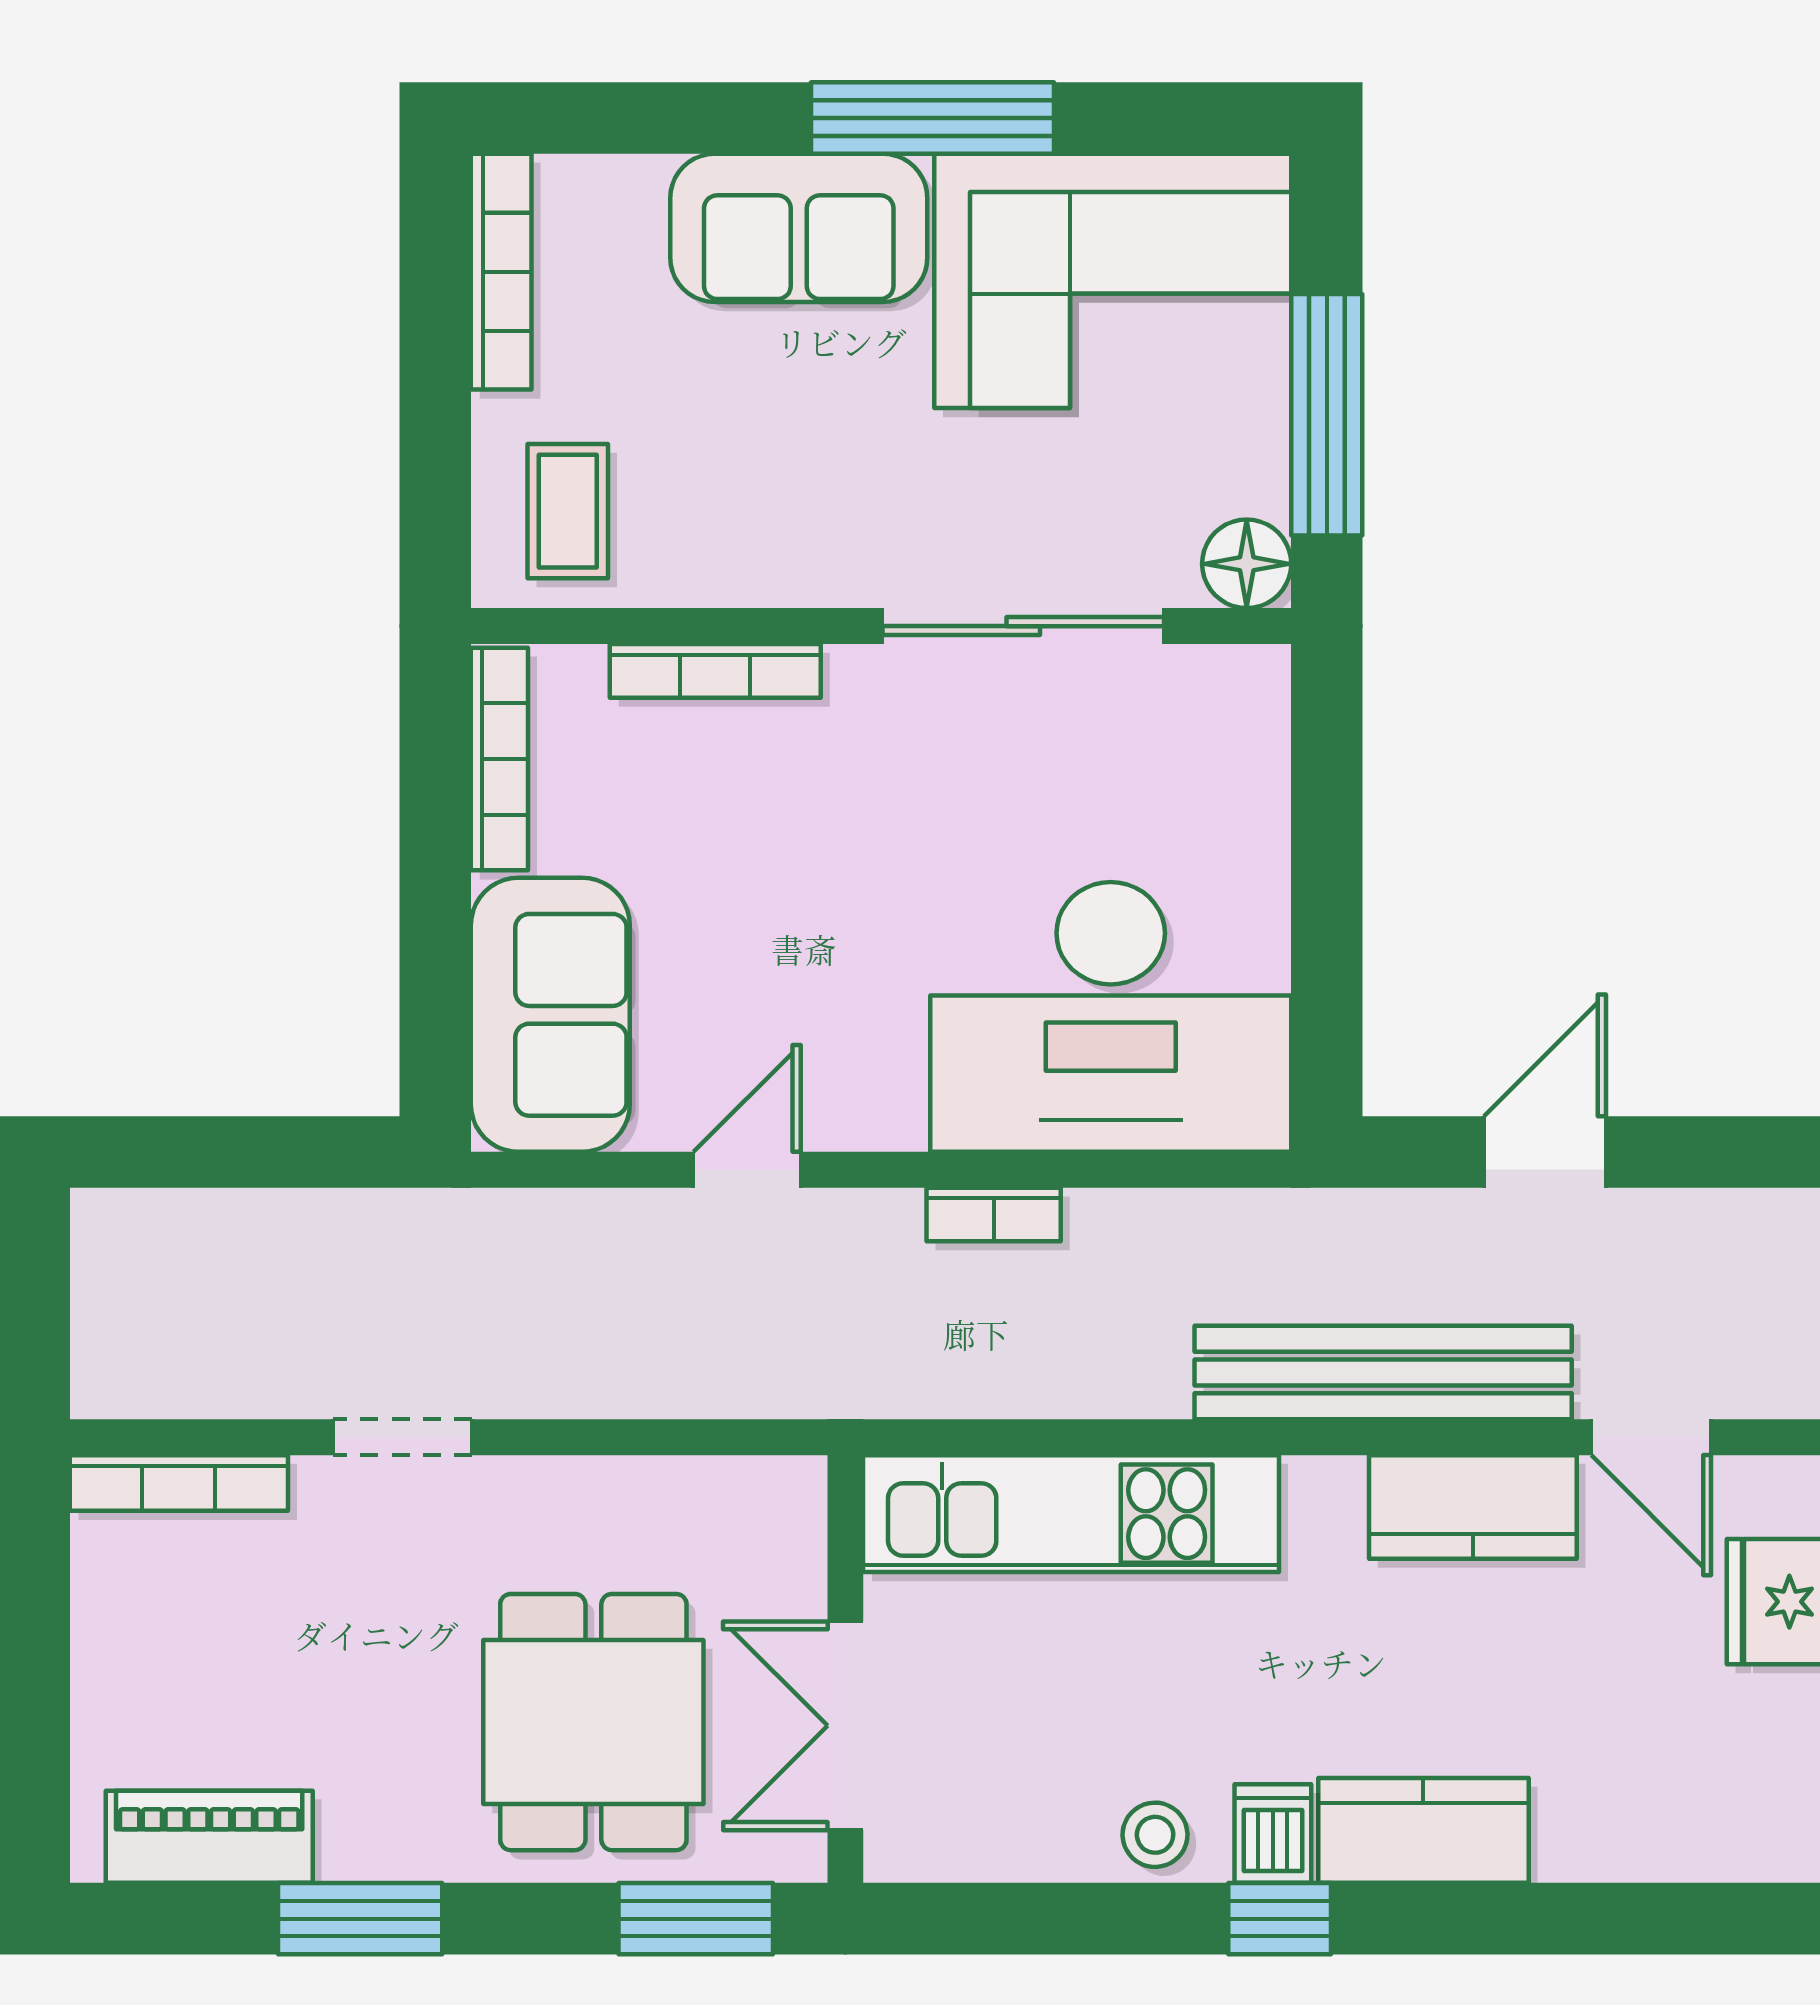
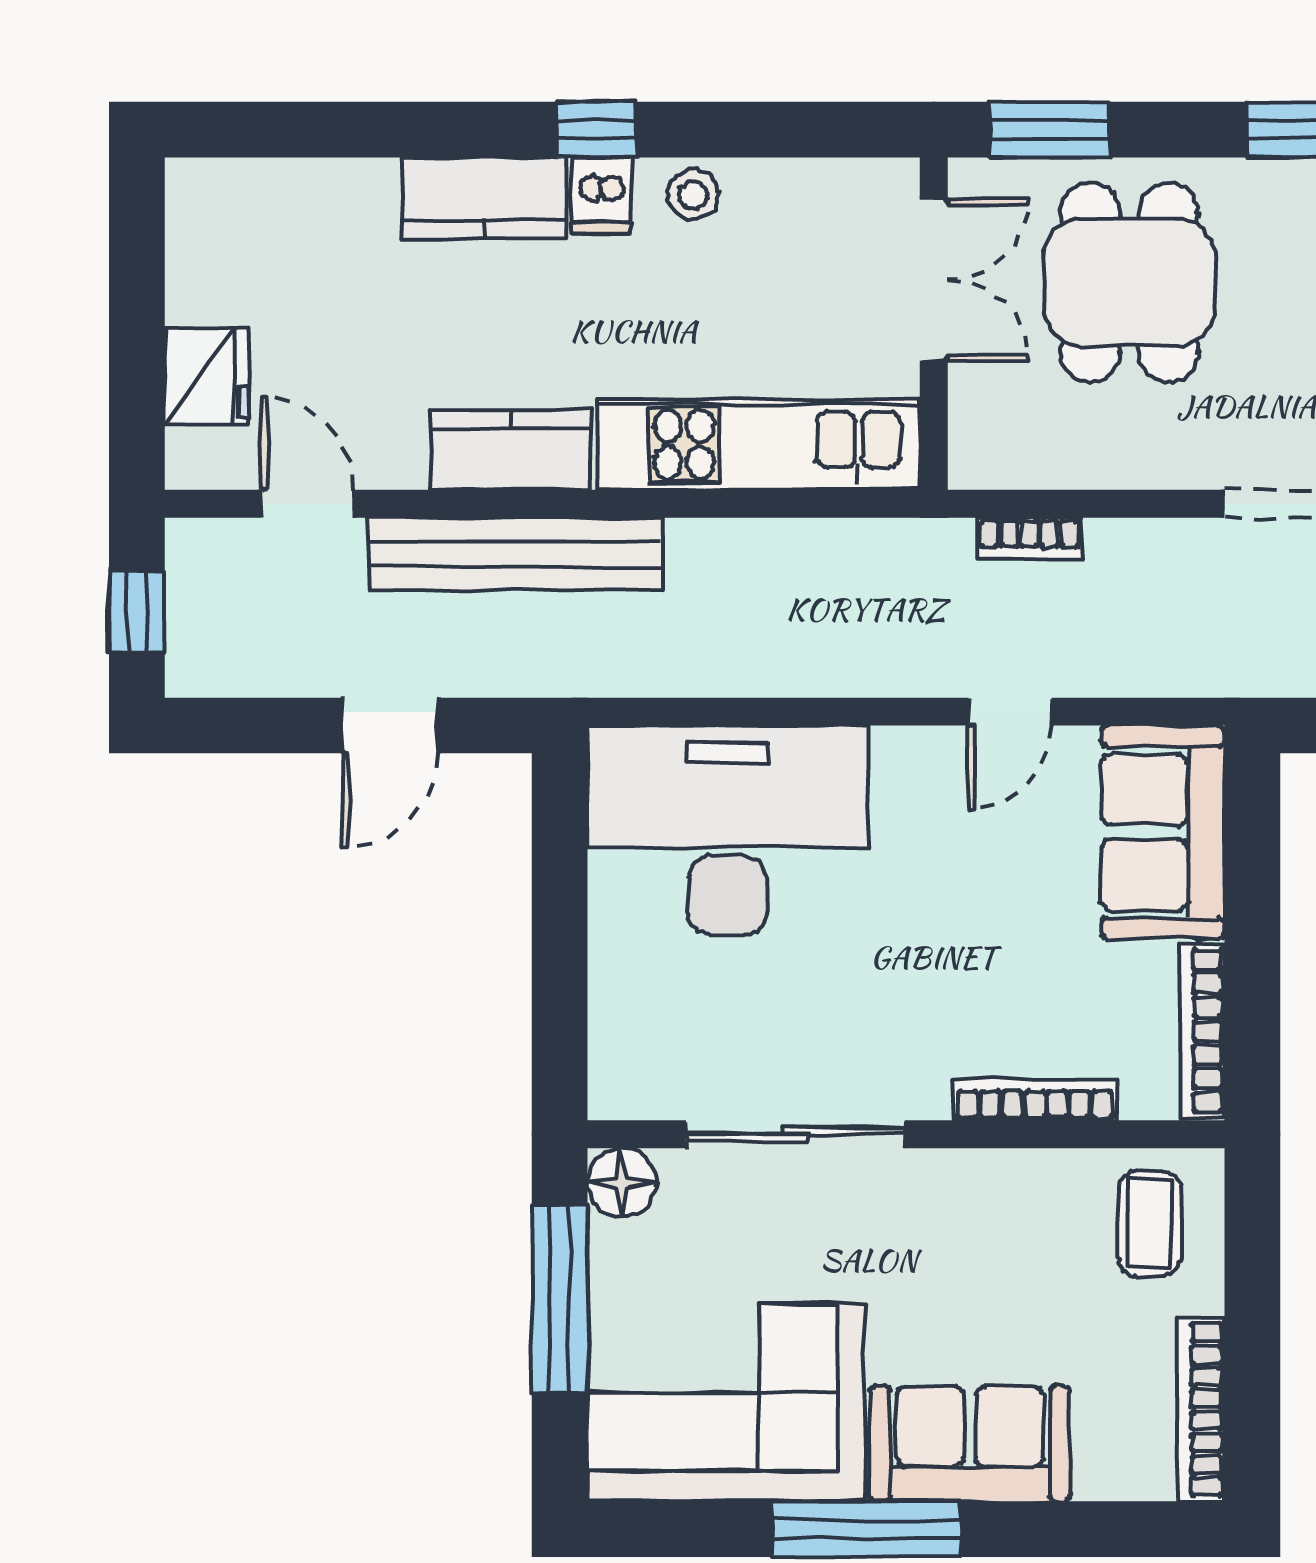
bookcase: (994, 1214) -> (1029, 538), moved, turned 180
kitchen counter: (1473, 1507) -> (511, 450), moved

